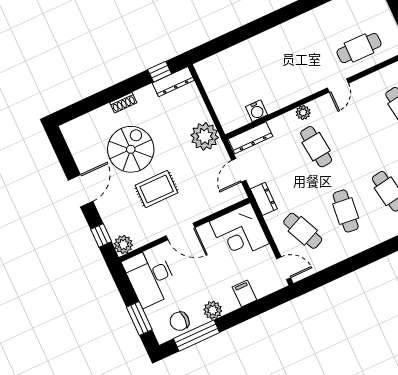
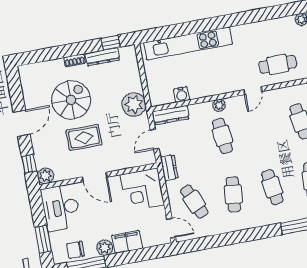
kitchen unit: (249, 50) -> (188, 43), added
dresser: (173, 82) -> (102, 57), moved
filing cabinet: (245, 293) -> (127, 242), width x2.00

